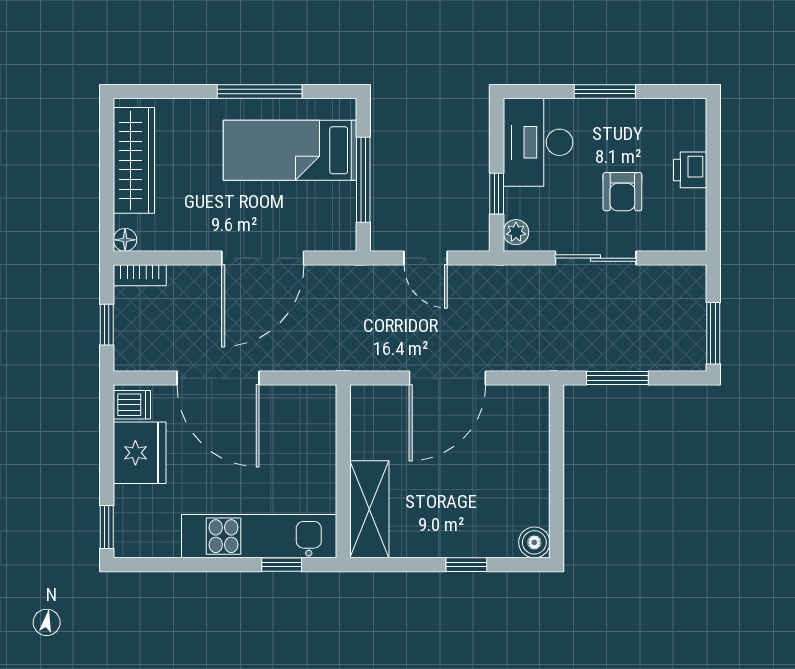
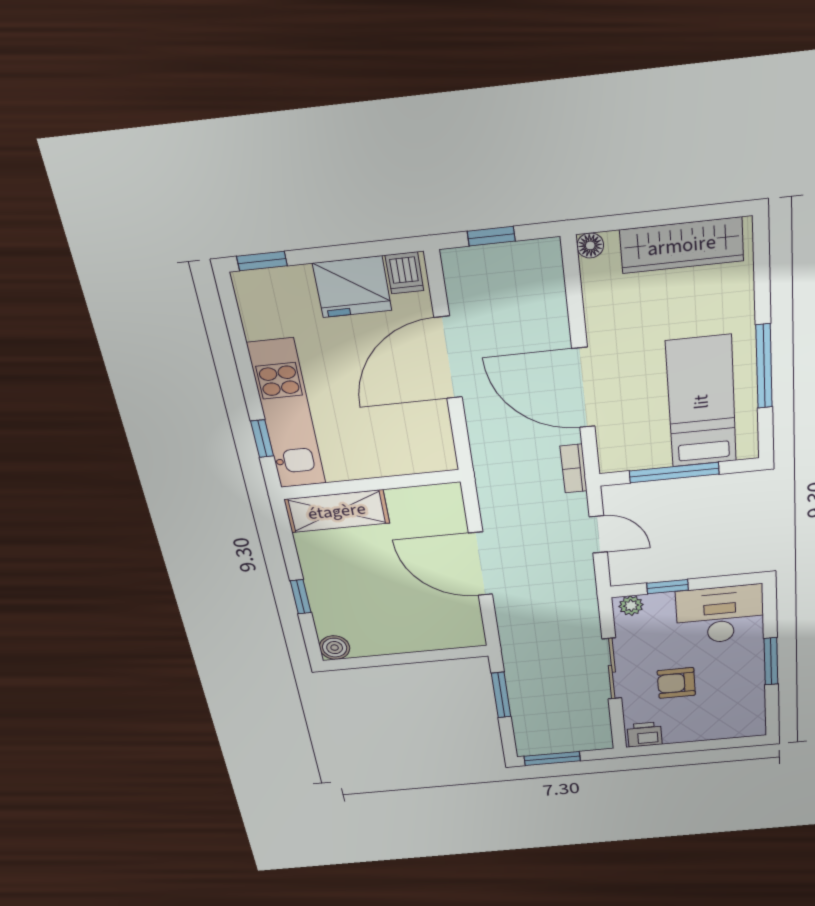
printer: (690, 170) -> (645, 734), moved
door: (426, 258) -> (598, 534), swing flipped
bookcase: (140, 275) -> (574, 469), moved

